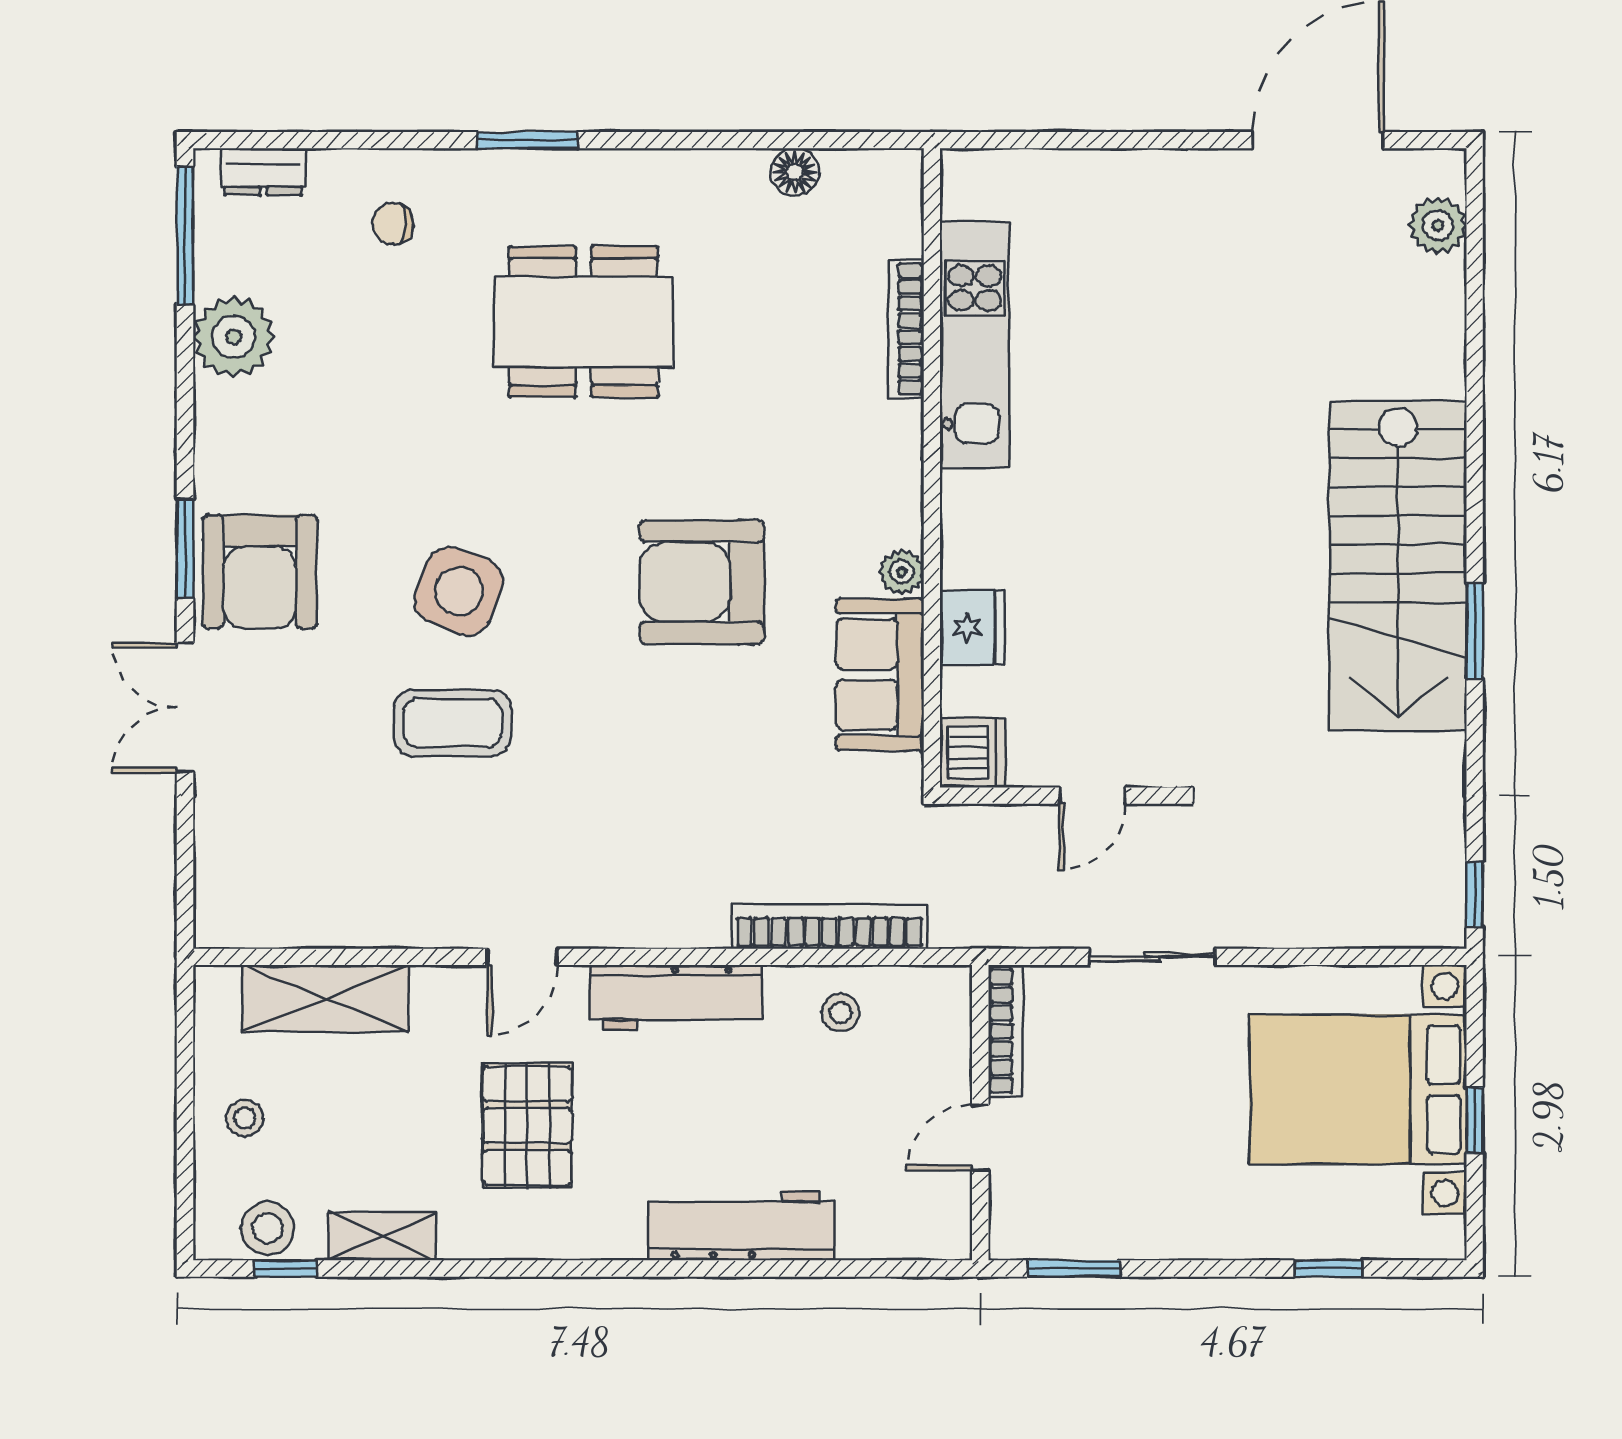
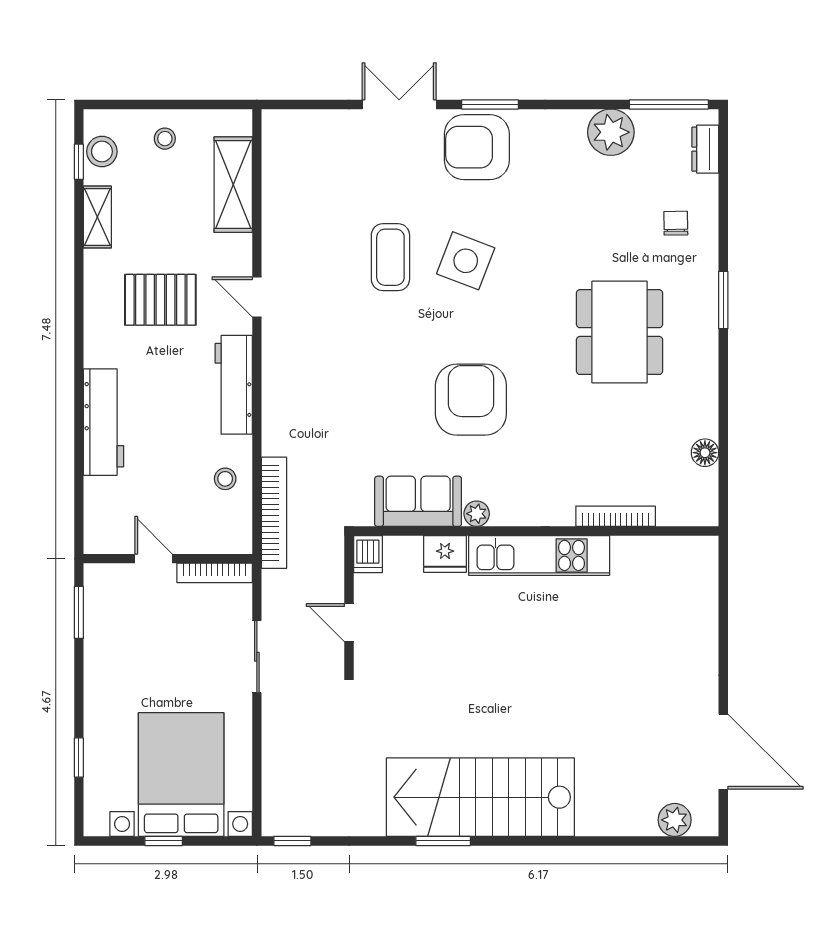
kitchen unit: (975, 345) -> (539, 555), moved
dishwasher: (972, 753) -> (368, 554), width x0.73
bookcase: (829, 927) -> (274, 513), moved

